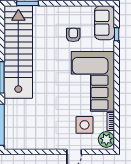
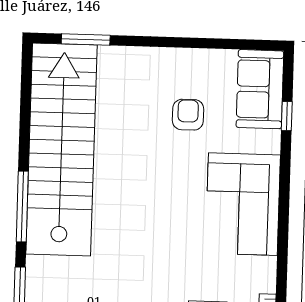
corner sofa: (93, 81) -> (243, 204), width x0.73, depth x0.74

